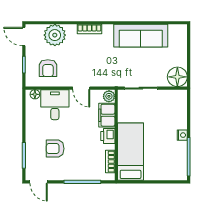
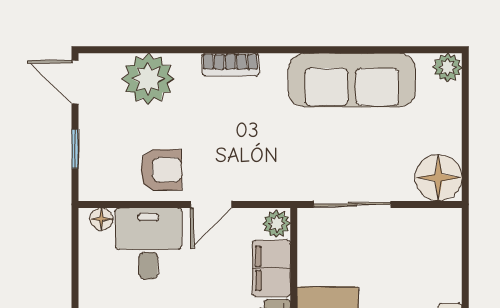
plant: (181, 30) -> (448, 67), added
armchair: (48, 68) -> (161, 170), moved, turned -90
door: (81, 88) -> (211, 204), hinge flipped

